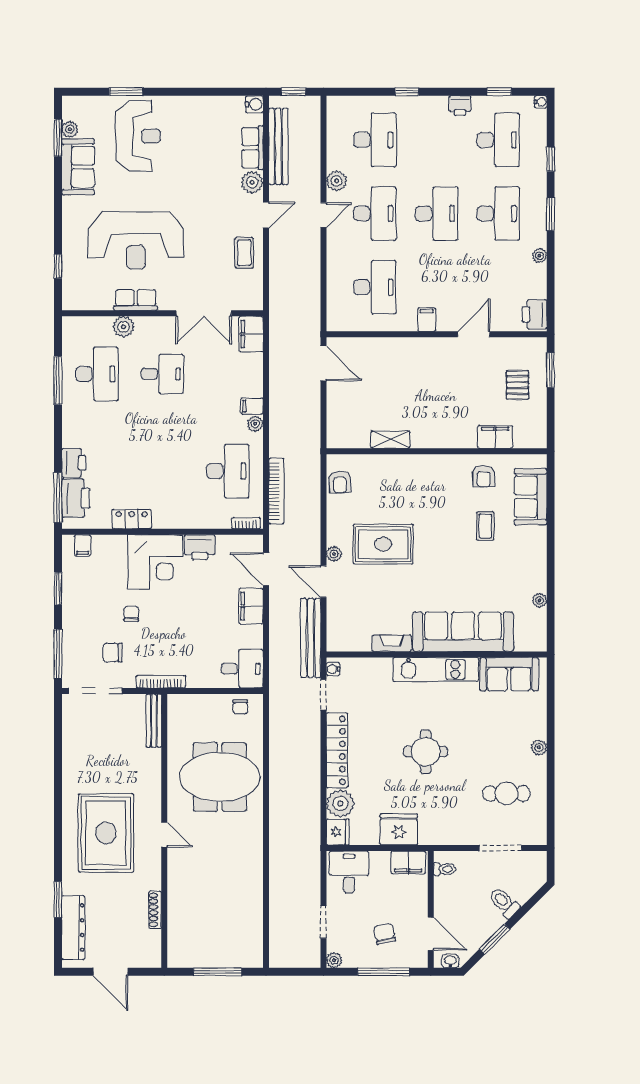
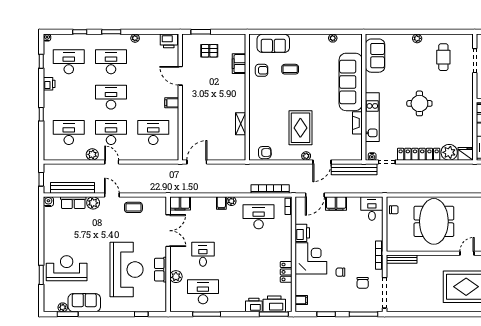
kitchen unit: (436, 669) -> (372, 117), moved
fridge: (399, 829) -> (464, 119), removed

